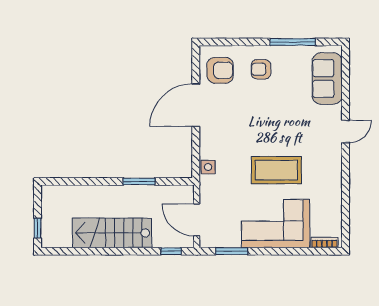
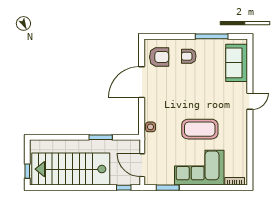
stairs: (112, 233) -> (71, 169), width x1.36, depth x1.51

